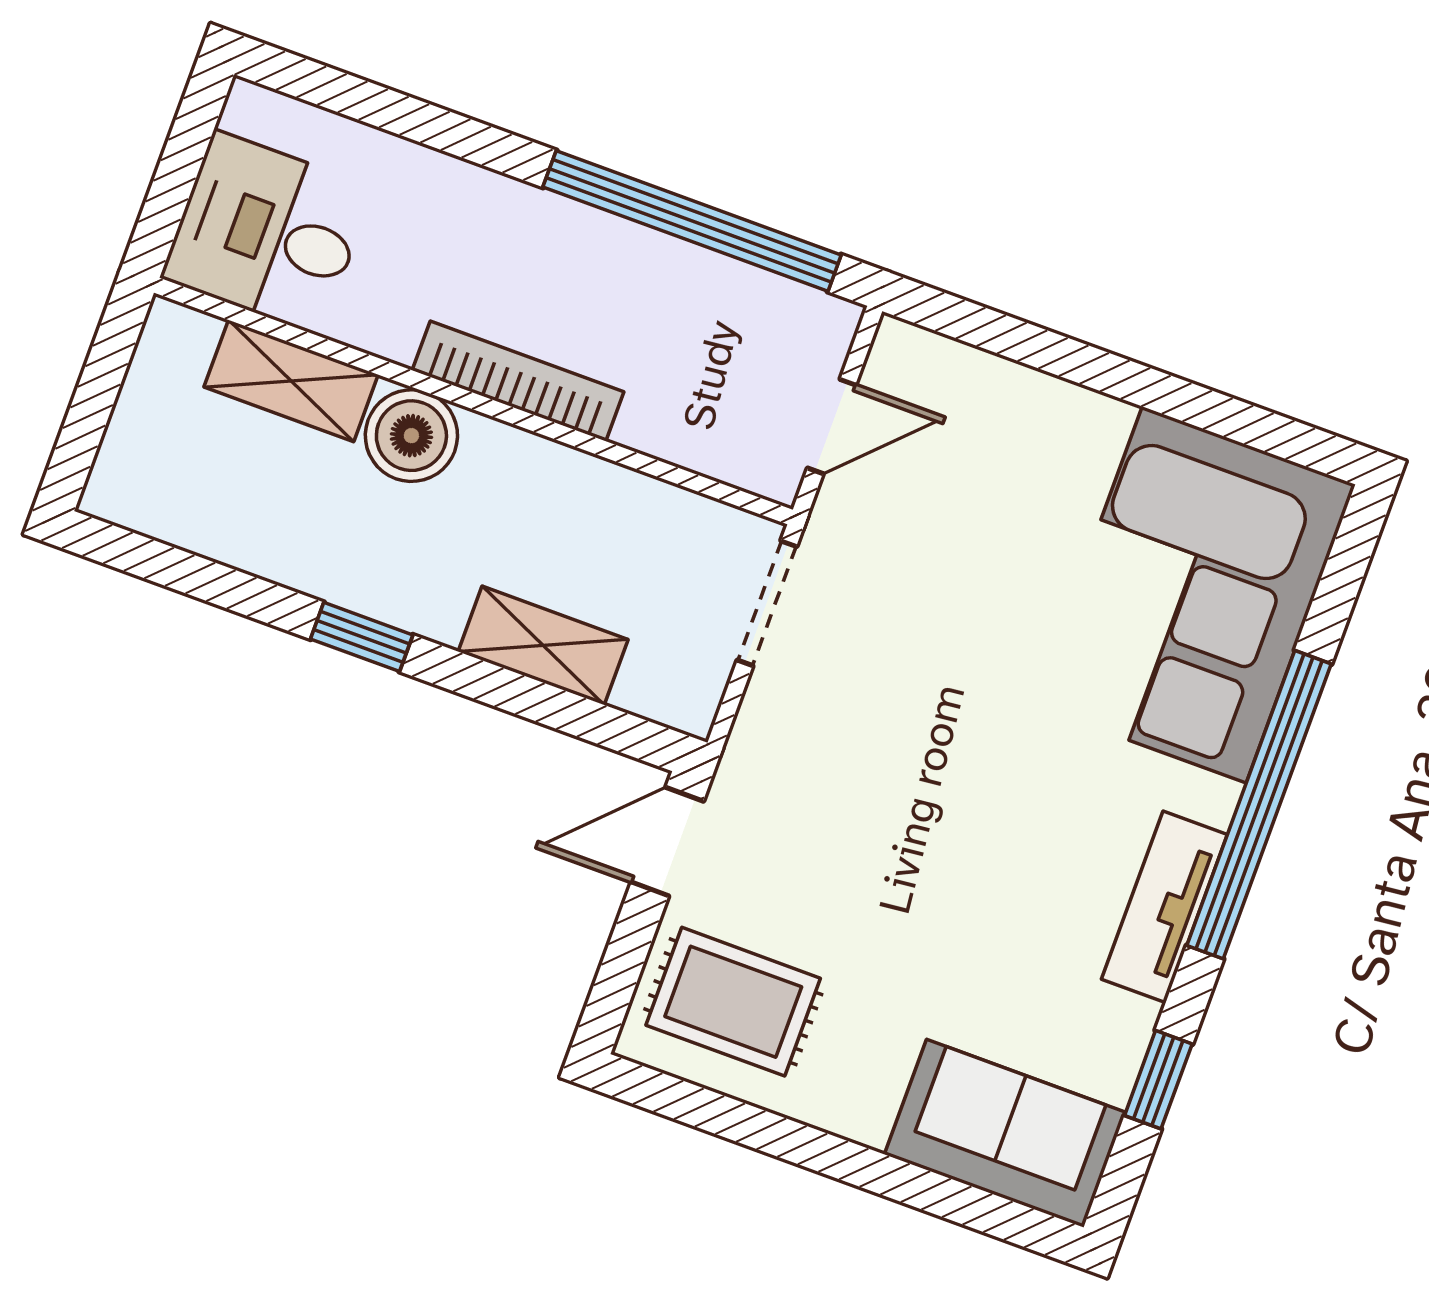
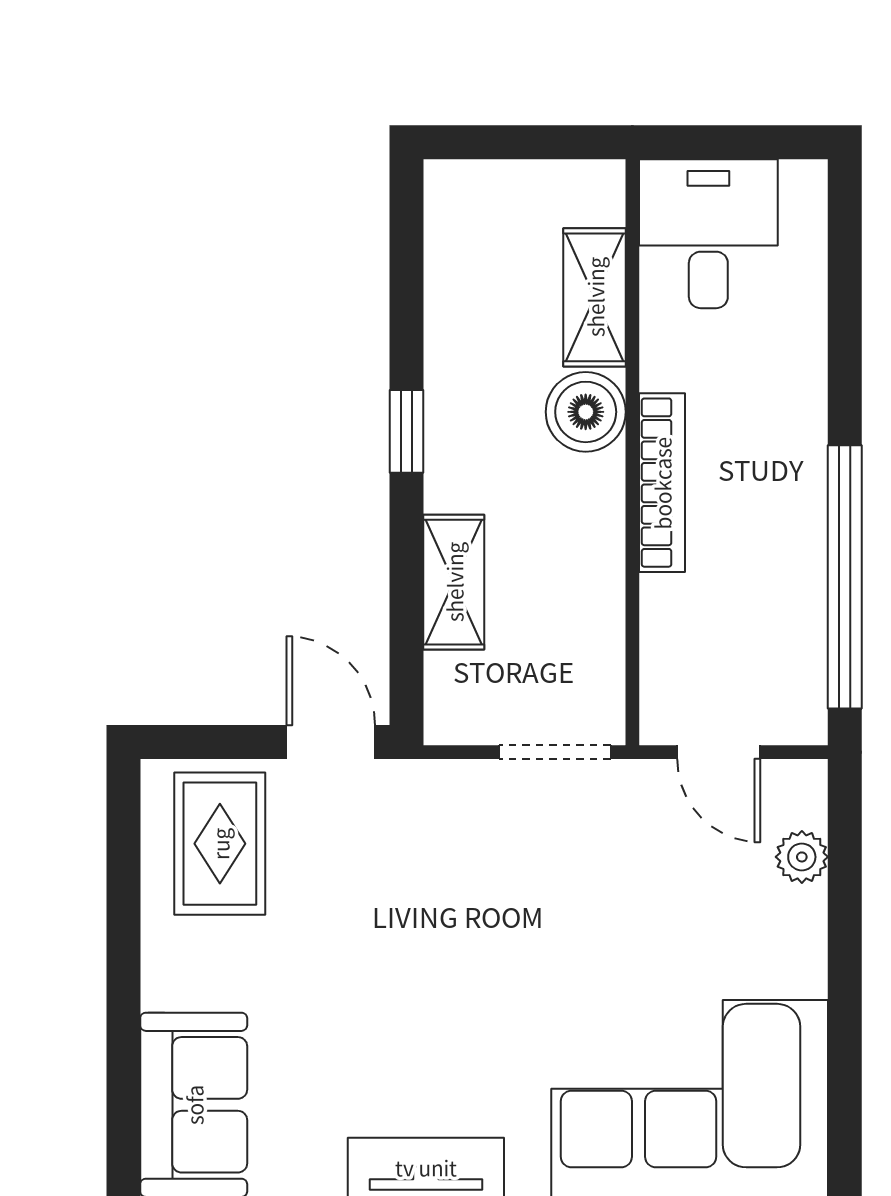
plant: (978, 378) -> (802, 857), added

